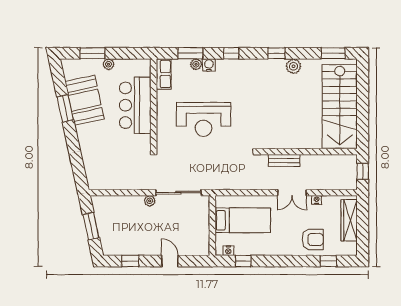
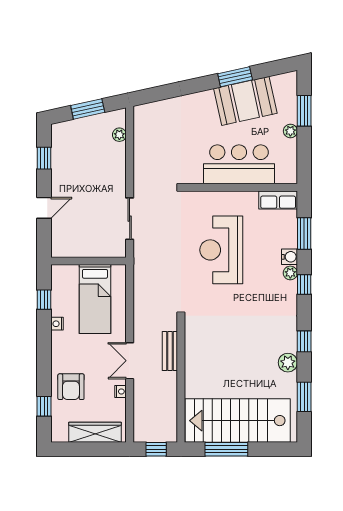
window: (333, 53) -> (304, 397), moved
plant: (196, 64) -> (290, 273), moved
window: (363, 115) -> (226, 449), added
sliding door: (178, 193) -> (130, 219), width x0.73
plant: (150, 201) -> (119, 135), moved
nightstand: (228, 251) -> (57, 324), moved

